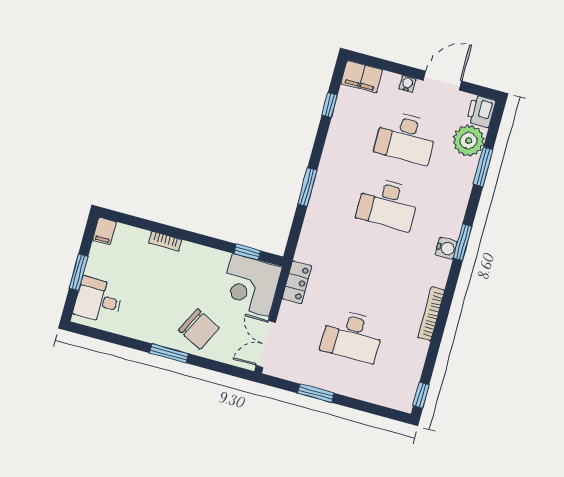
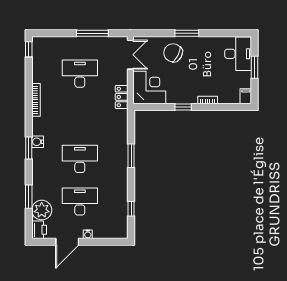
filing cabinet: (362, 77) -> (116, 231), removed
window: (247, 252) -> (183, 107), moved
desk: (98, 300) -> (238, 54), width x1.37
window: (316, 393) -> (92, 33), width x1.44

